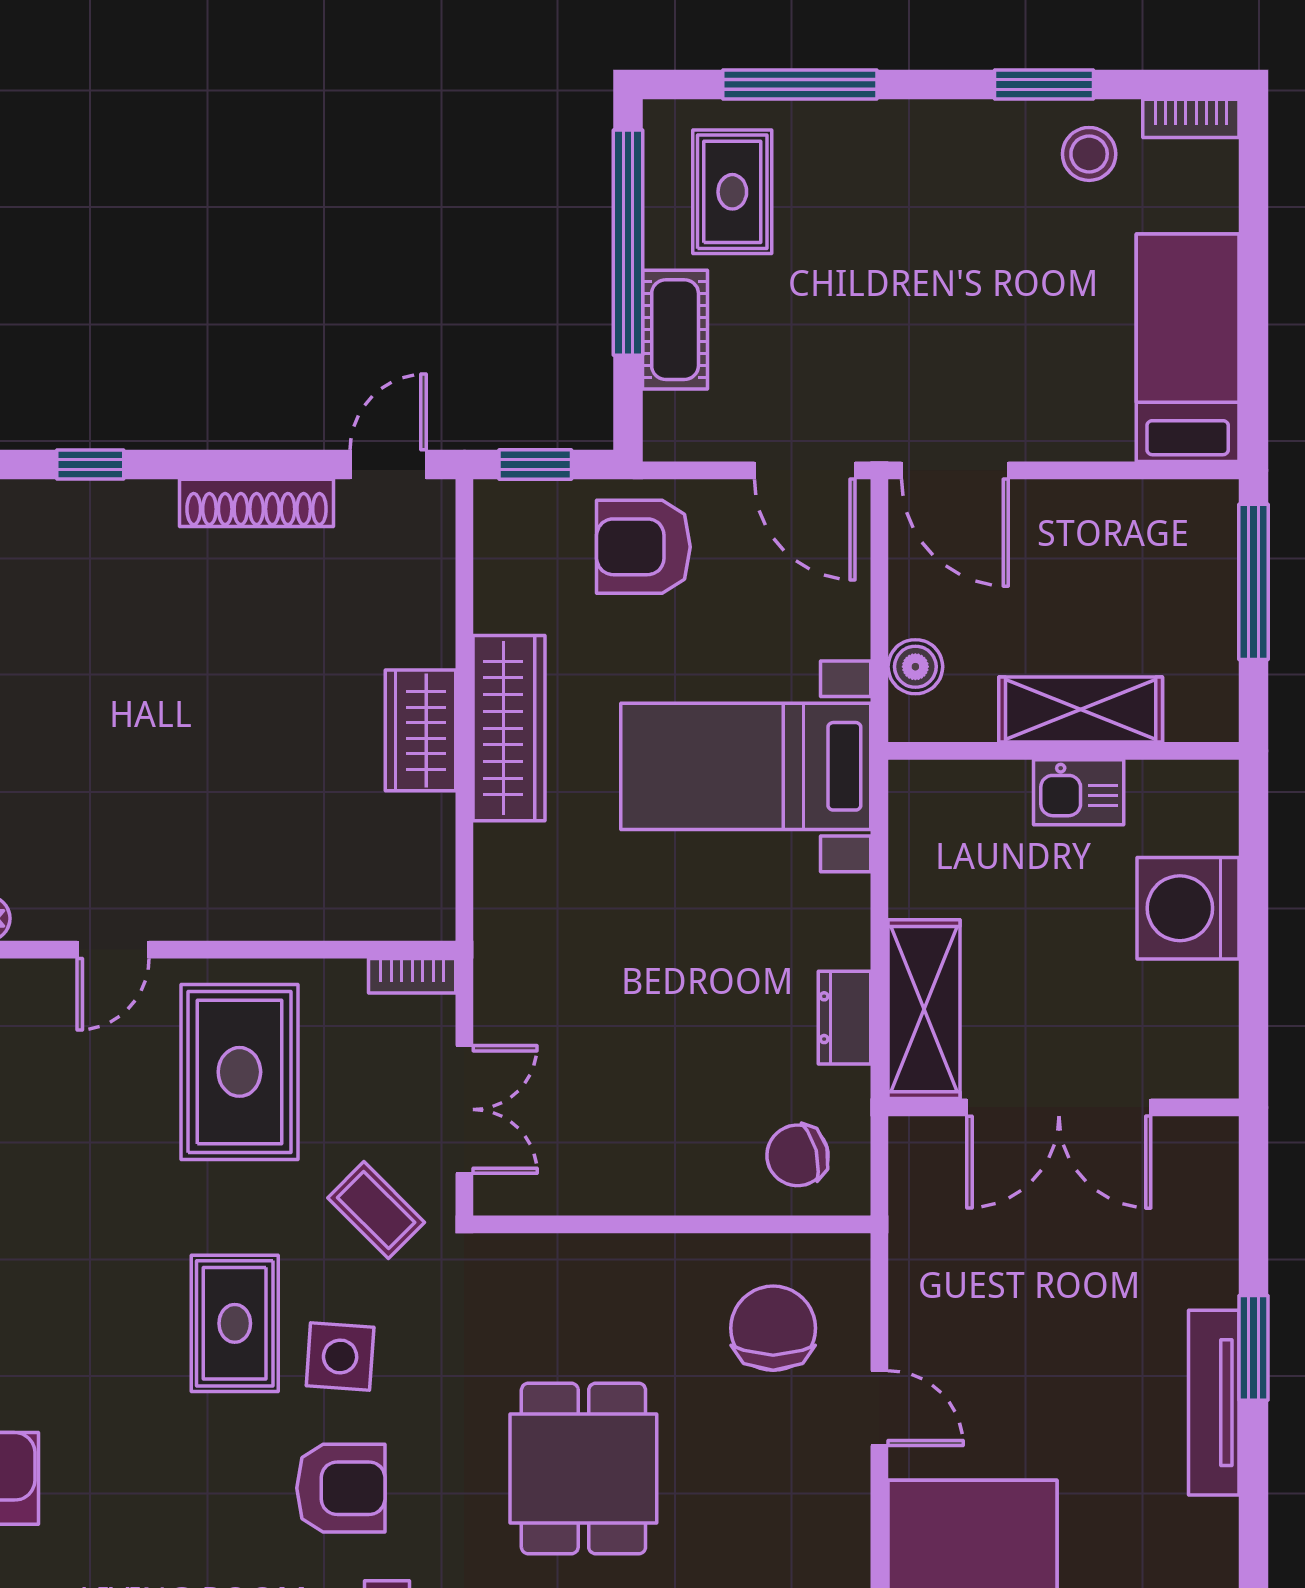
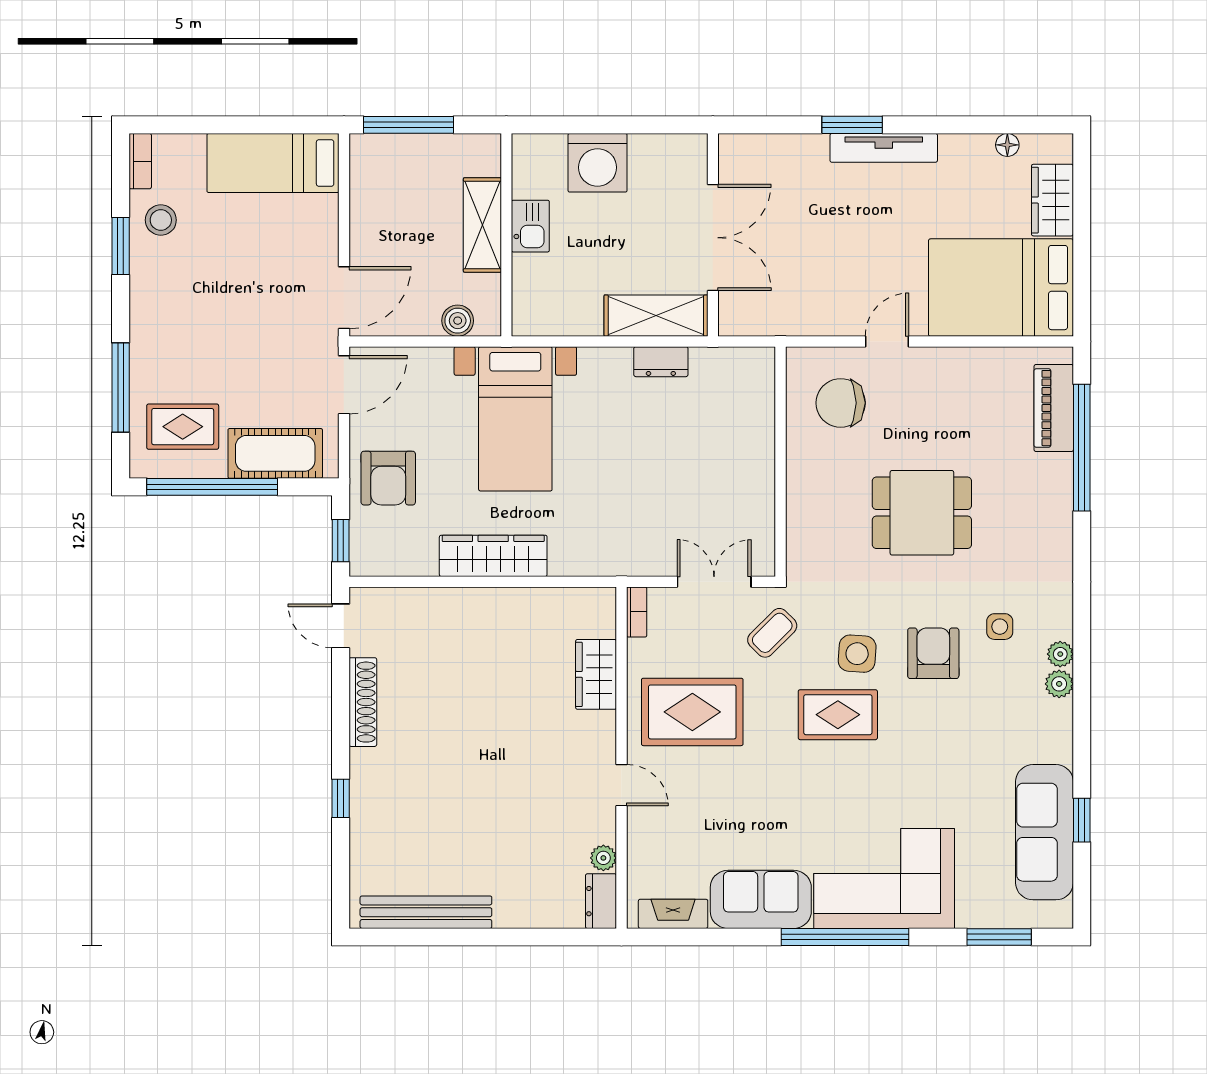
cot: (675, 330) -> (275, 453), width x1.37, depth x1.34
wardrobe: (421, 730) -> (596, 674), moved, turned 90
chair: (798, 1155) -> (741, 389), removed

